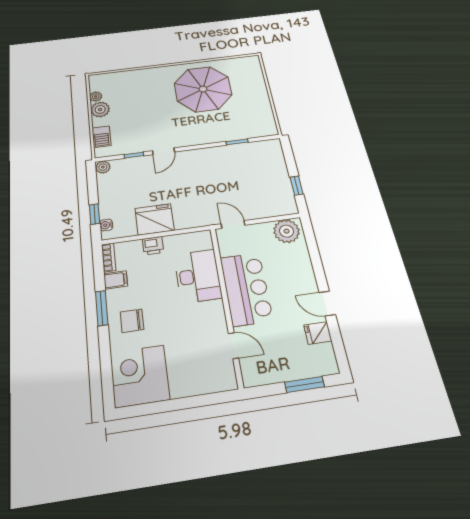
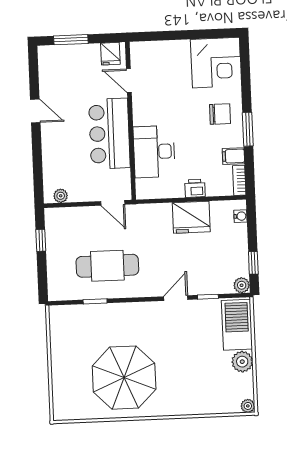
plant: (96, 96) -> (248, 406), moved
barbecue: (102, 137) -> (237, 325), width x1.88, depth x1.53
cafe table: (230, 171) -> (107, 266), added
window: (94, 214) -> (253, 263), moved
plant: (287, 231) -> (61, 196), width x0.53, depth x0.53
fridge: (318, 333) -> (110, 54), moved, turned 90

